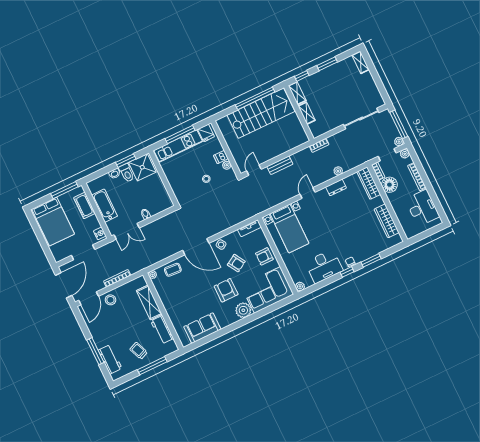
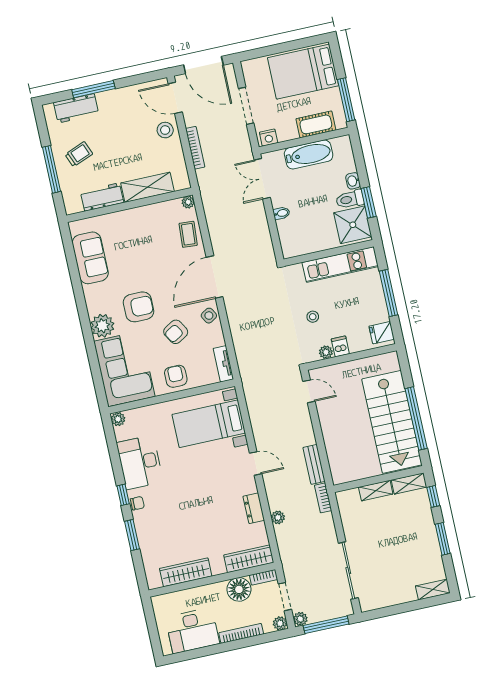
kitchen unit: (178, 146) -> (340, 264), moved, turned -90
bench: (280, 165) -> (314, 464), moved

